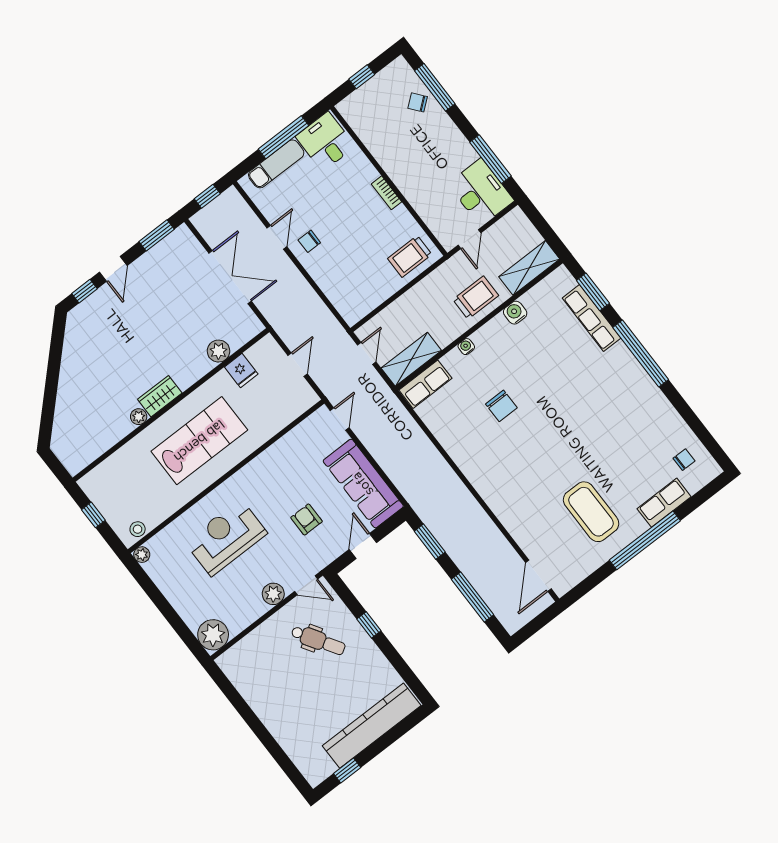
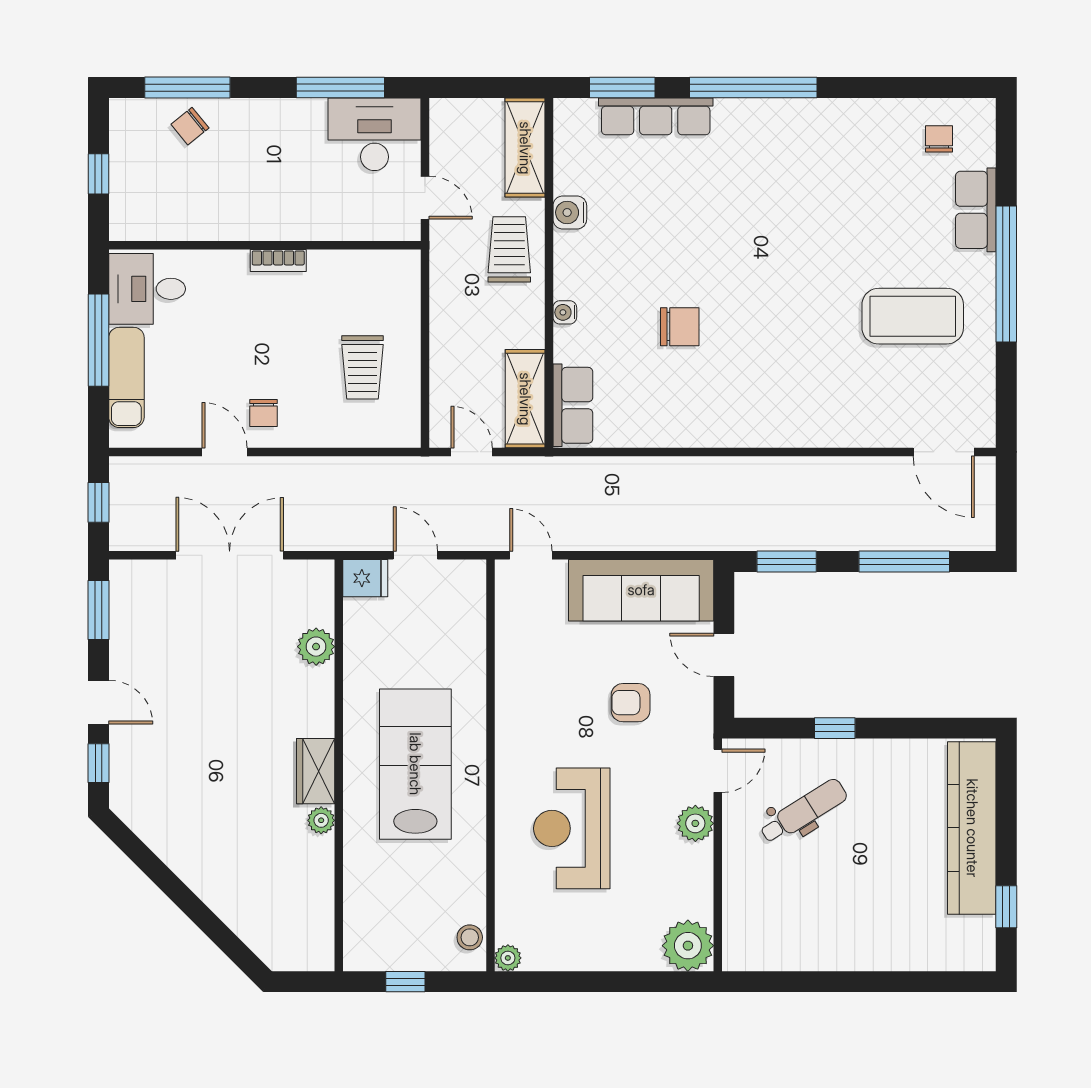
trolley: (410, 256) -> (363, 367), moved
fridge: (241, 371) -> (365, 578), moved

